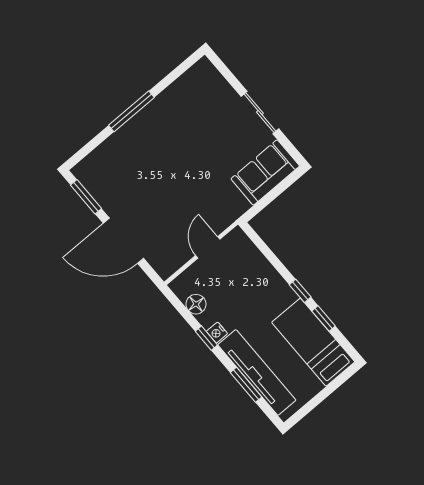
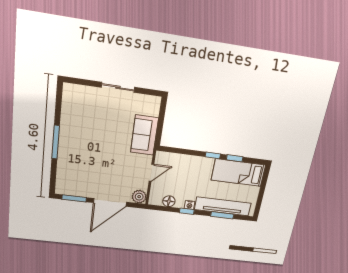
sofa: (265, 172) -> (144, 135), moved
door: (208, 247) -> (151, 173), swing flipped
plant: (165, 265) -> (139, 197), added

